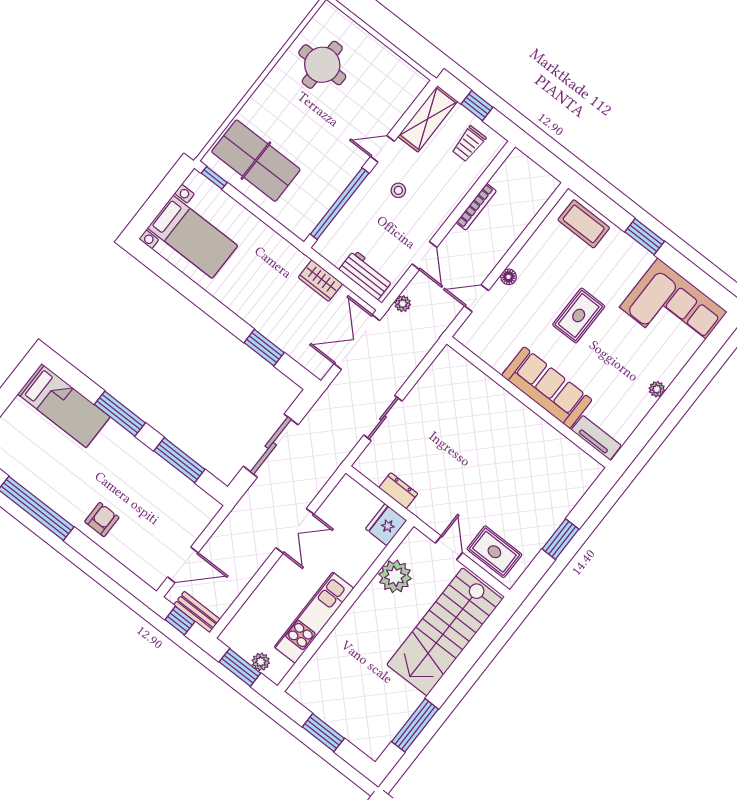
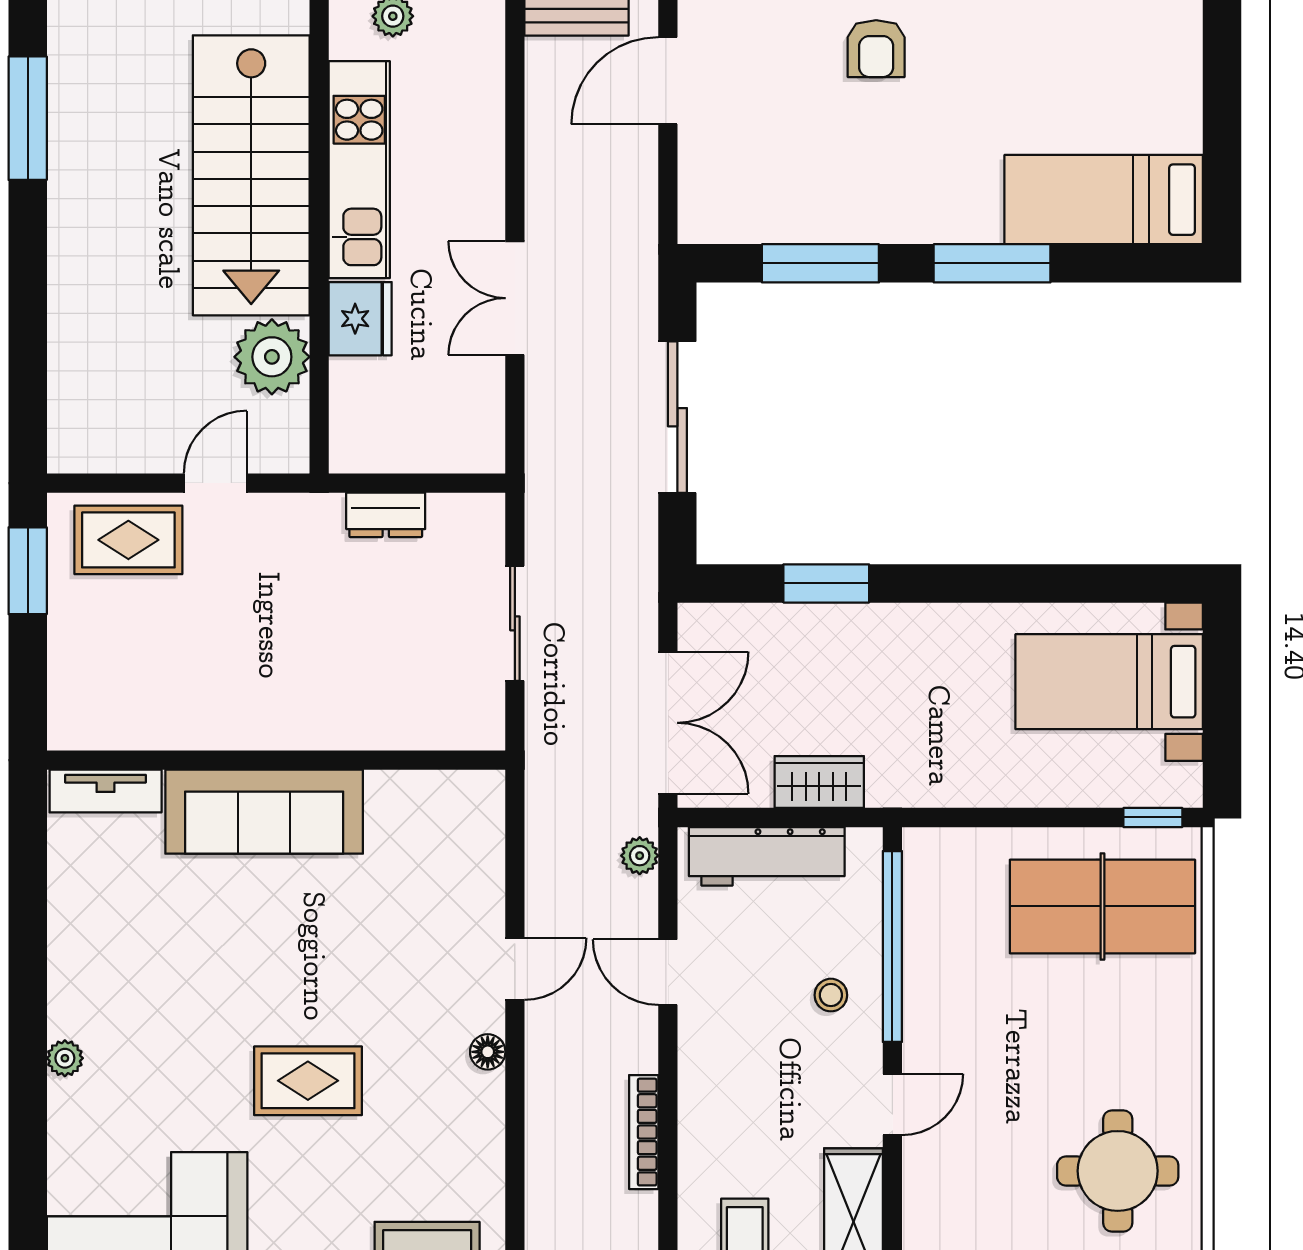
stool: (398, 190) -> (831, 995), moved
workbench: (366, 275) -> (767, 856), width x1.38
rug: (579, 315) -> (308, 1081), turned 90
sofa: (547, 388) -> (264, 812), moved
wall: (529, 402) -> (276, 760), moved
tv unit: (596, 438) -> (106, 791), moved
fridge: (386, 525) -> (360, 319), moved
window: (561, 539) -> (28, 571), moved
door: (449, 548) -> (215, 483), swing flipped
stairs: (445, 632) -> (251, 175), moved, turned 180

